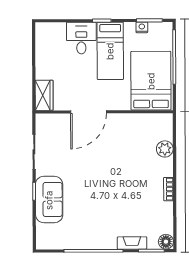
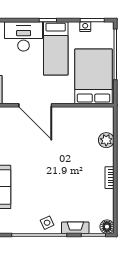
desk: (81, 38) -> (24, 36), width x1.37
door: (89, 112) -> (35, 105), hinge flipped
side table: (102, 238) -> (47, 223), added

